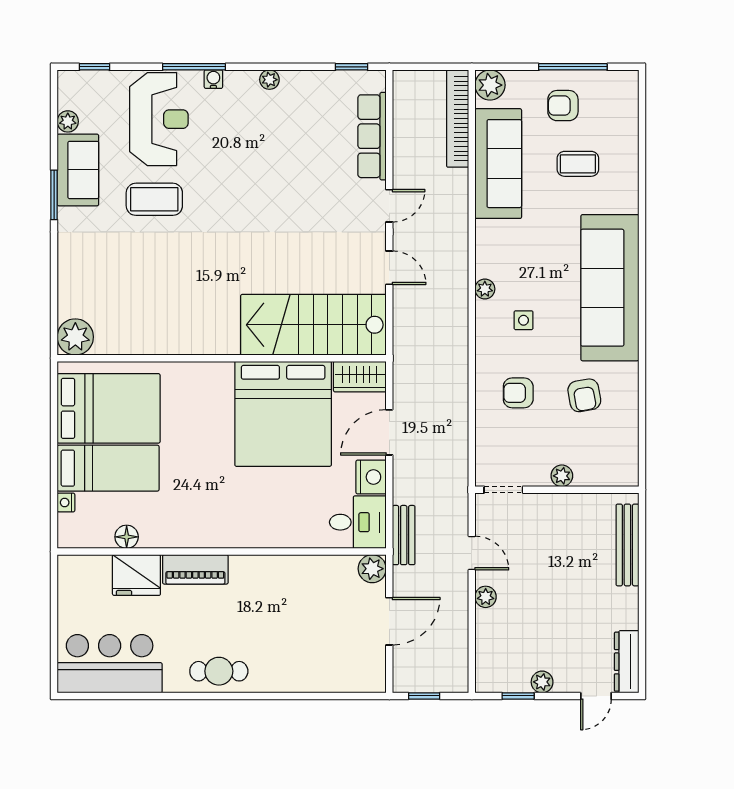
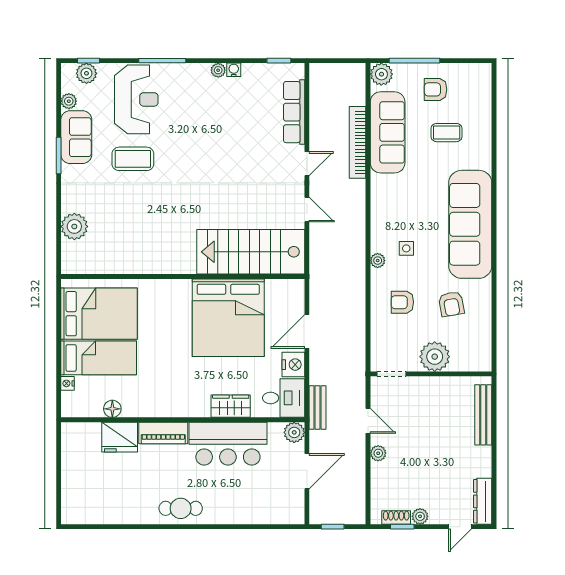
window: (573, 67) -> (414, 61), moved
water cooler: (213, 79) -> (234, 70), moved
plant: (92, 84) -> (86, 73), added
bookcase: (458, 119) -> (358, 142), moved
plant: (485, 289) -> (378, 261), moved
plant: (75, 337) -> (74, 226), moved
wardrobe: (360, 377) -> (231, 406), moved, turned 180
plant: (562, 476) -> (435, 357), width x1.88, depth x1.88
bar counter: (110, 664) -> (228, 444), moved, turned 180
shoe rack: (510, 684) -> (396, 517), added

